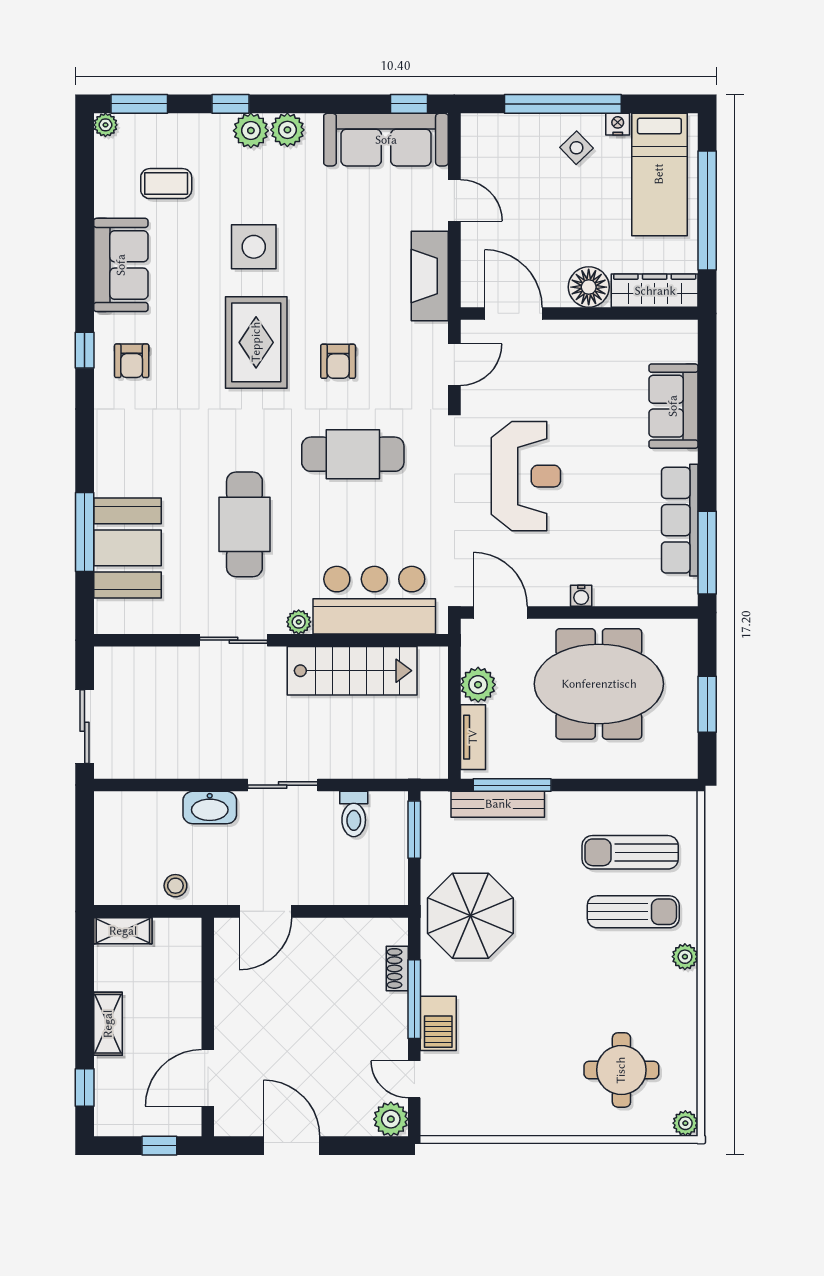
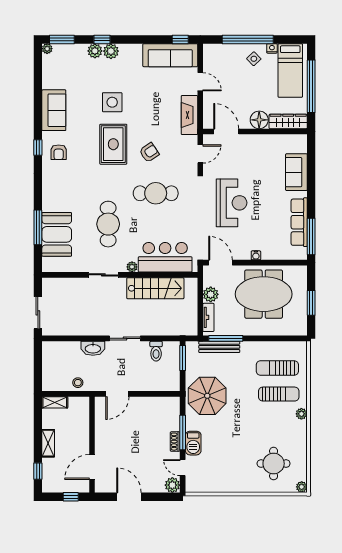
plant: (287, 130) -> (95, 51), moved
coffee table: (166, 184) -> (74, 74), removed
armchair: (338, 361) -> (149, 152), turned -124
shoe rack: (397, 968) -> (175, 442), moved

